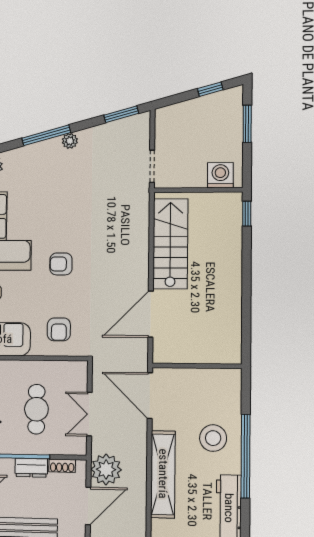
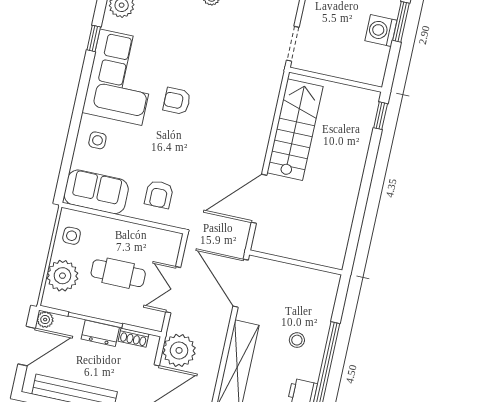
washing machine: (220, 175) -> (381, 30), moved, turned -90
armchair: (61, 264) -> (177, 101), moved
cafe table: (36, 409) -> (118, 273), turned 90
stool: (213, 438) -> (297, 340), width x0.53, depth x0.53

